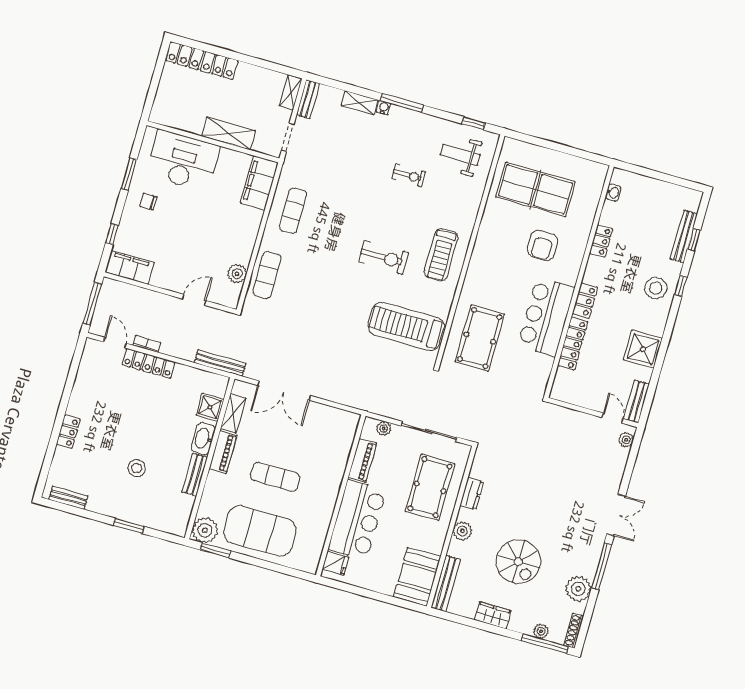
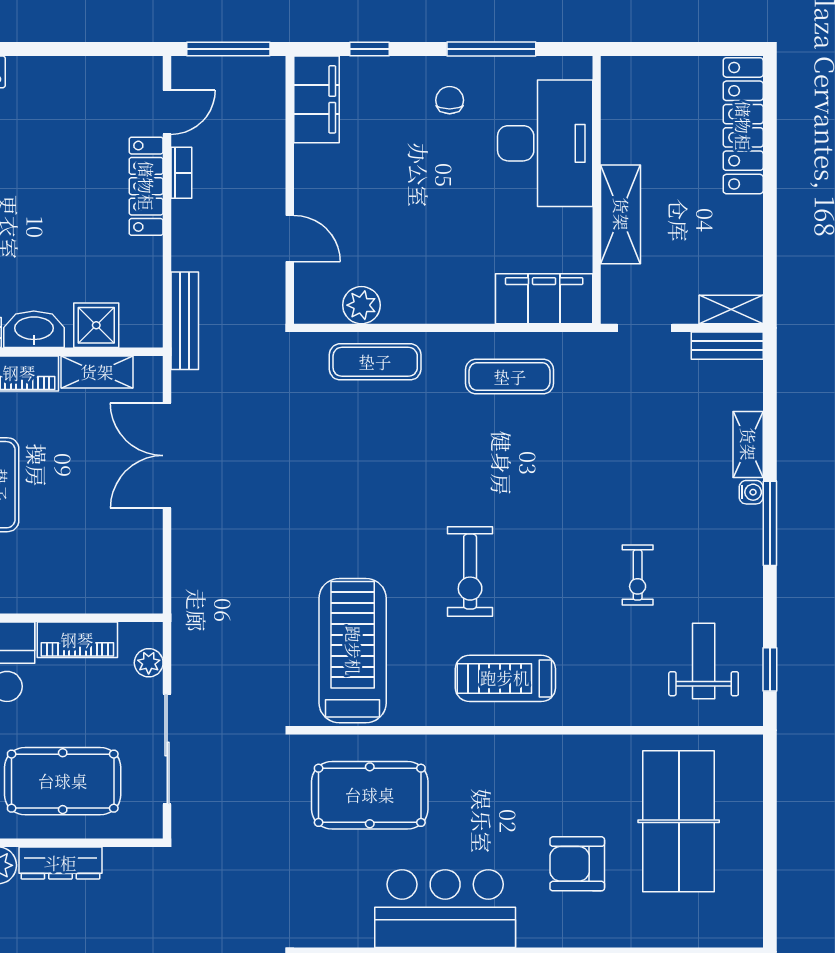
window: (129, 174) -> (491, 49), width x1.44
dresser: (472, 494) -> (60, 863), width x1.44

